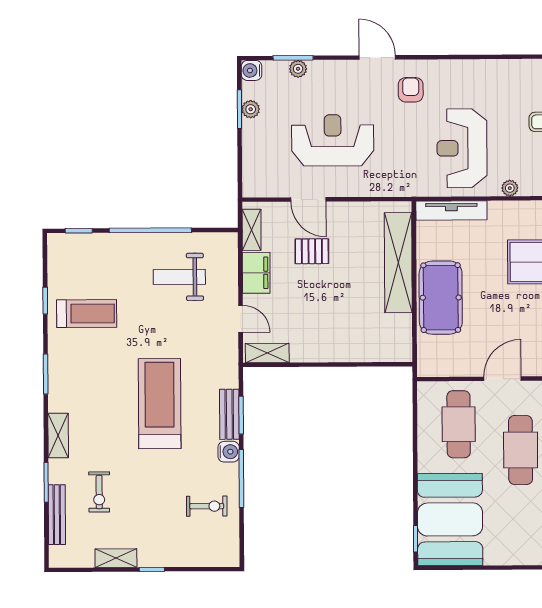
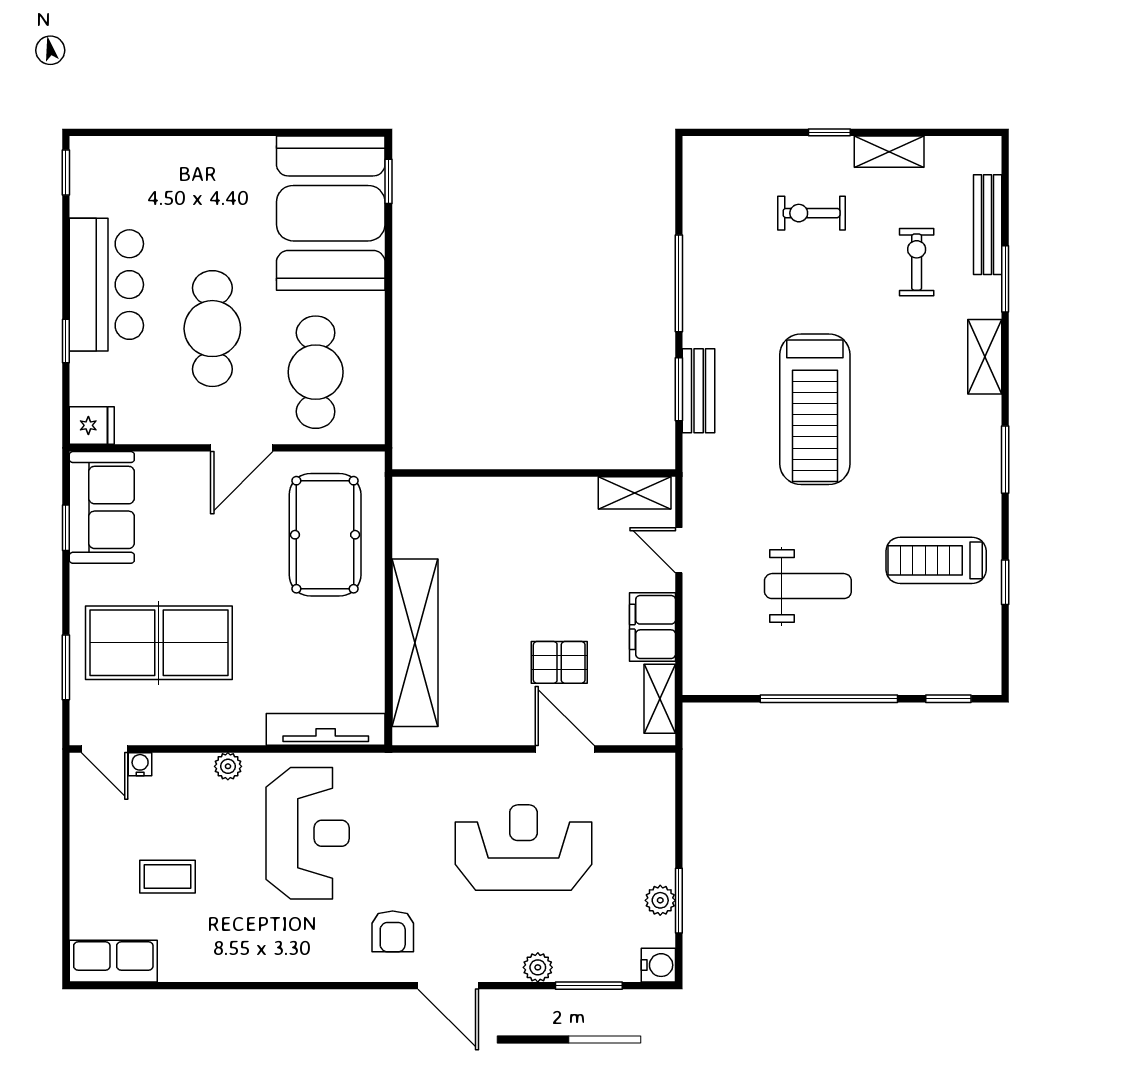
plant: (298, 69) -> (538, 967), moved
reception desk: (333, 140) -> (523, 848), turned 180
weight bench: (179, 277) -> (808, 586), moved
pool table: (441, 298) -> (325, 535), moved
water cooler: (229, 452) -> (700, 328), removed
exercise bike: (207, 506) -> (812, 213), moved

